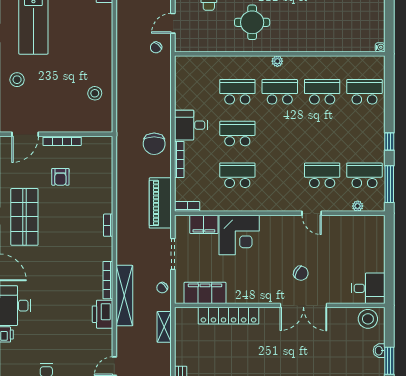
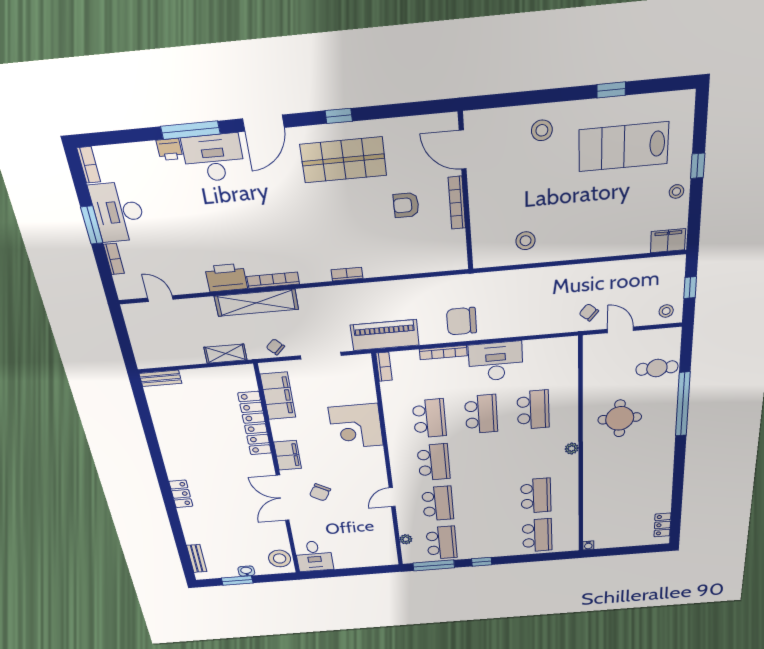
school desk: (280, 92) -> (434, 462), moved
desk: (191, 125) -> (496, 361), width x1.37
filing cabinet: (204, 224) -> (288, 455), moved, turned 180

